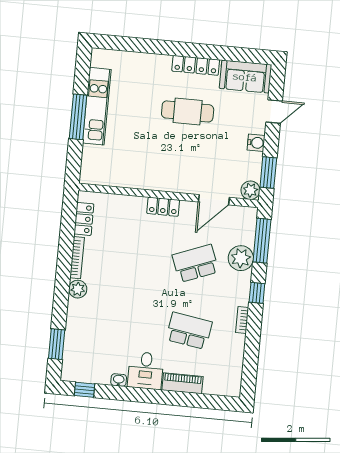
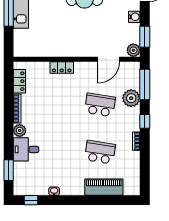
locker: (163, 207) -> (62, 67), moved
school desk: (195, 263) -> (100, 105), turned 30
desk: (146, 371) -> (26, 149), moved, turned 90
piano: (183, 383) -> (104, 187), width x1.37, depth x1.33

